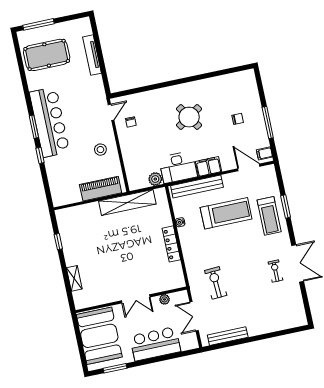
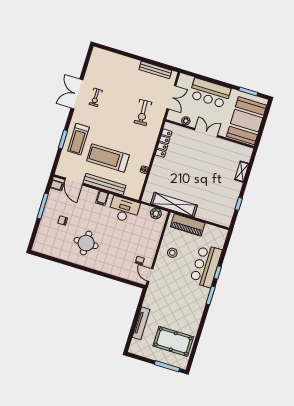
door: (111, 112) -> (150, 275), hinge flipped
round table: (189, 117) -> (86, 243), moved, turned 33
bar counter: (49, 122) -> (206, 266), moved, width x0.73
filing cabinet: (208, 166) -> (102, 198), width x0.50
plant: (155, 179) -> (156, 214), moved
bench: (197, 187) -> (104, 184), moved
treadmill: (269, 216) -> (78, 139), turned 180
locker: (171, 244) -> (164, 143), moved

